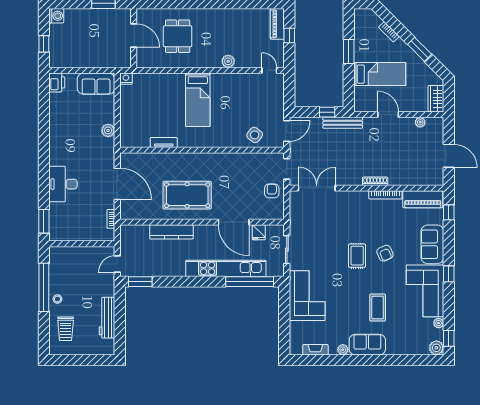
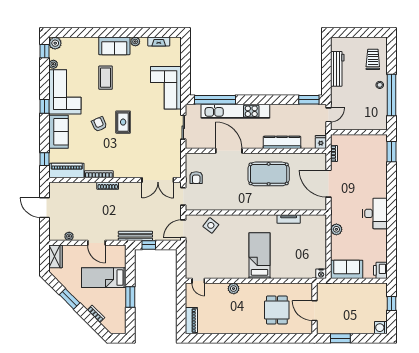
window: (289, 36) -> (181, 311), removed
desk: (63, 184) -> (375, 213), moved
fridge: (259, 232) -> (321, 142), moved

